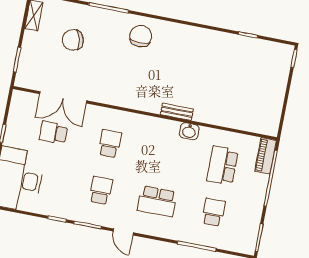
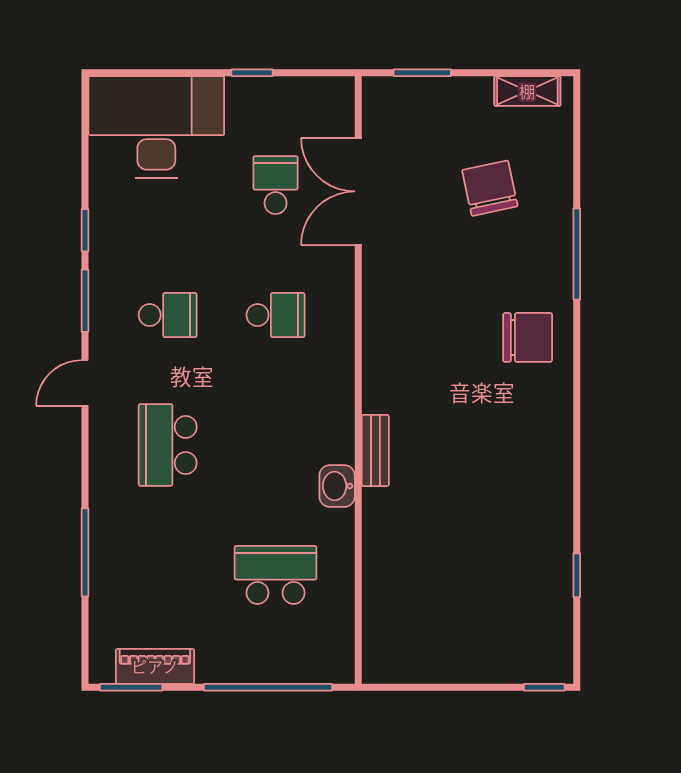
piano: (266, 156) -> (155, 666), moved
school desk: (213, 212) -> (168, 575), removed

